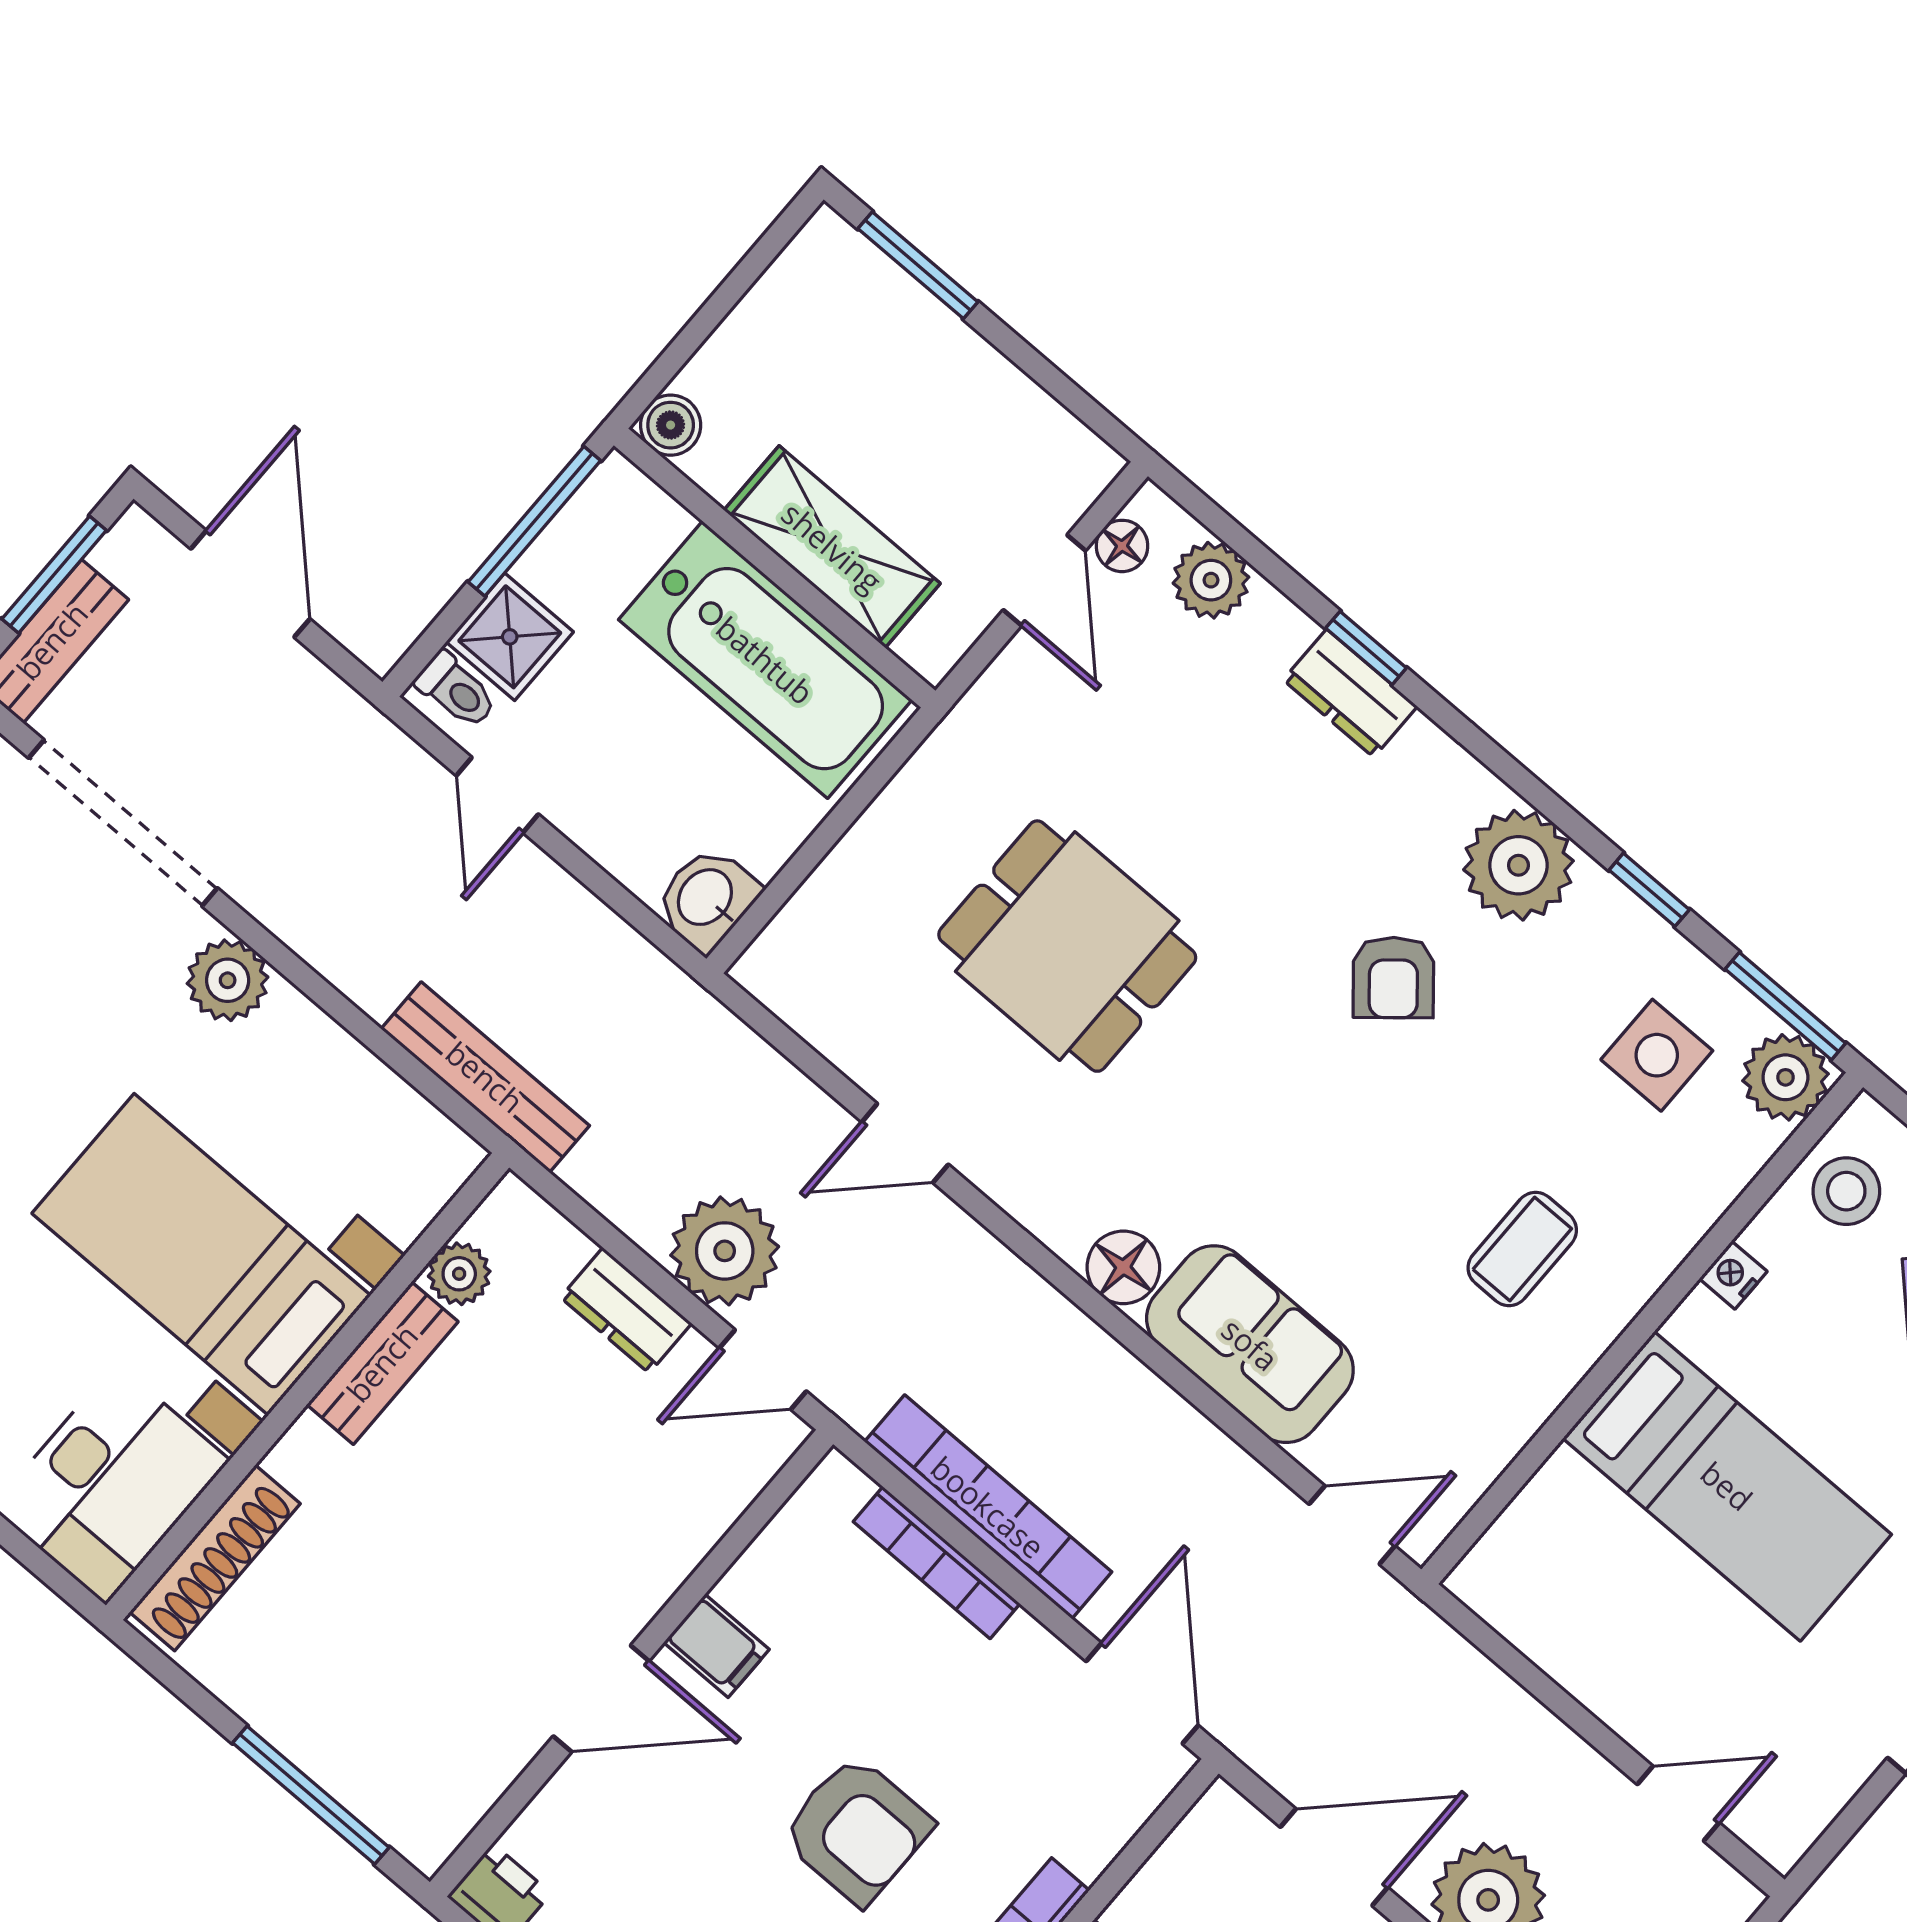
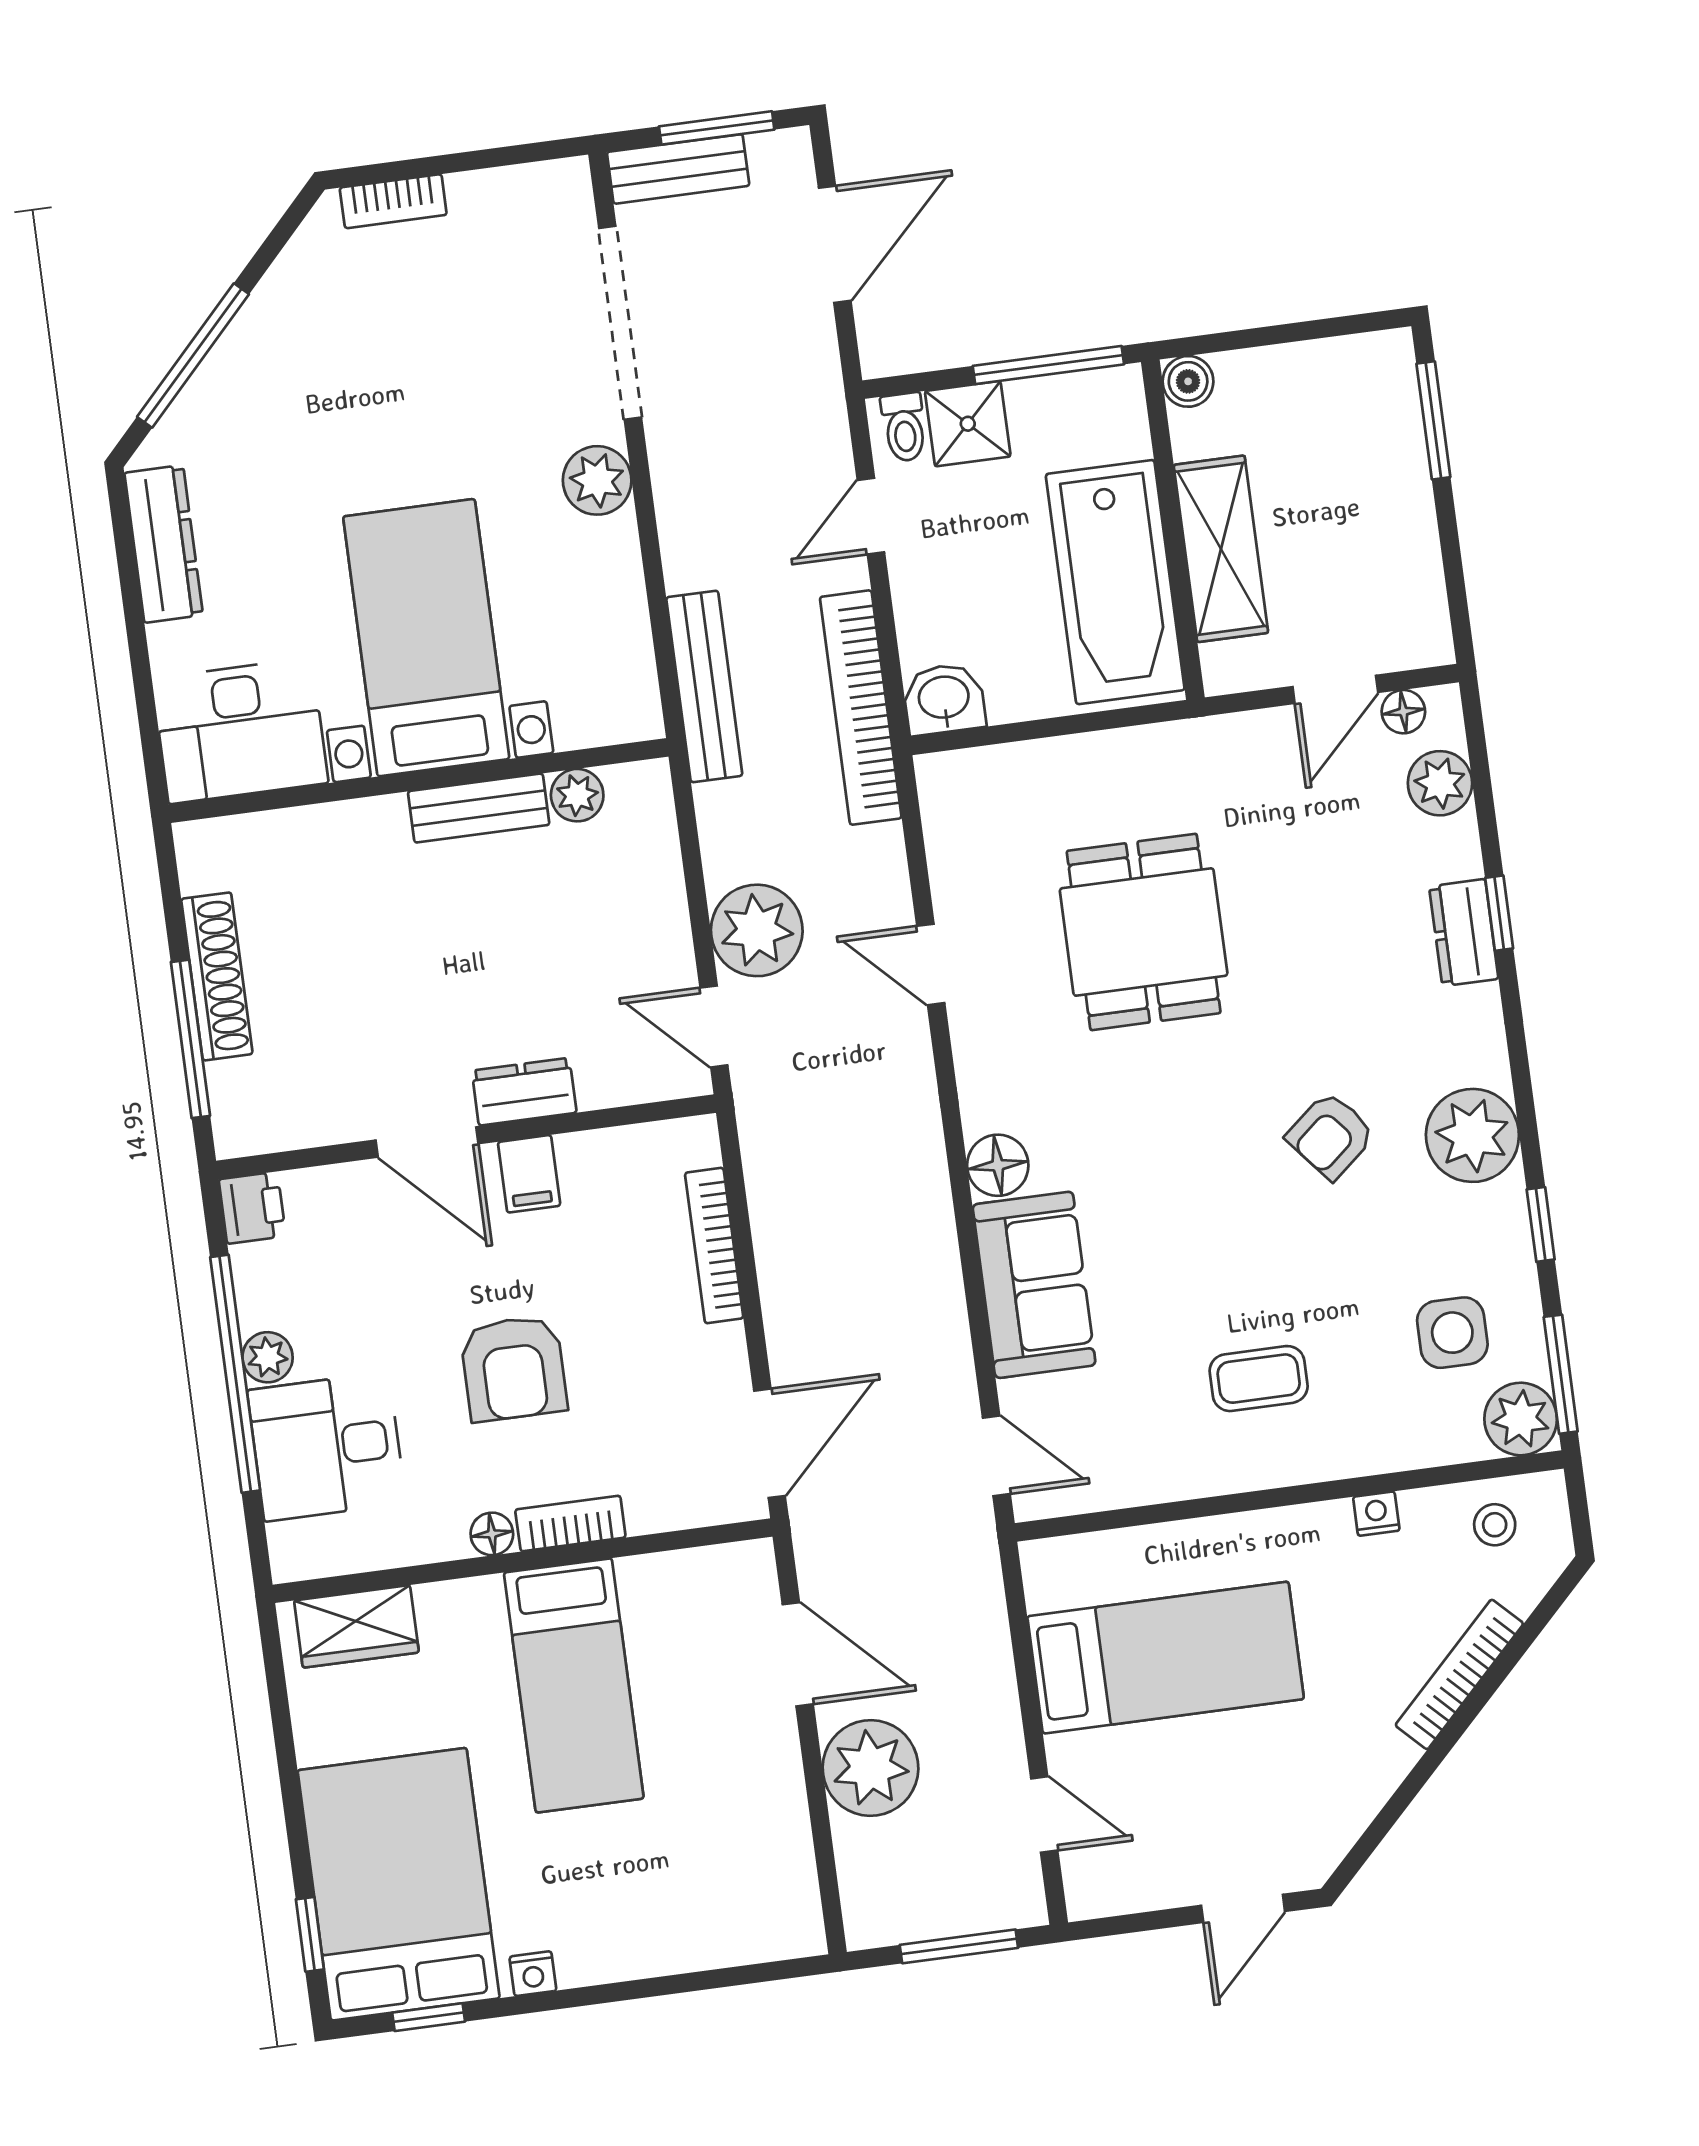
stool: (1846, 1191) -> (1495, 1525), width x0.73, depth x0.73
dresser: (626, 1310) -> (524, 1092), moved, turned 90
bed: (1727, 1486) -> (1166, 1658), moved, turned -90
bookcase: (988, 1507) -> (861, 708), moved, turned 180
shoe rack: (215, 1558) -> (217, 976), moved, turned -90

